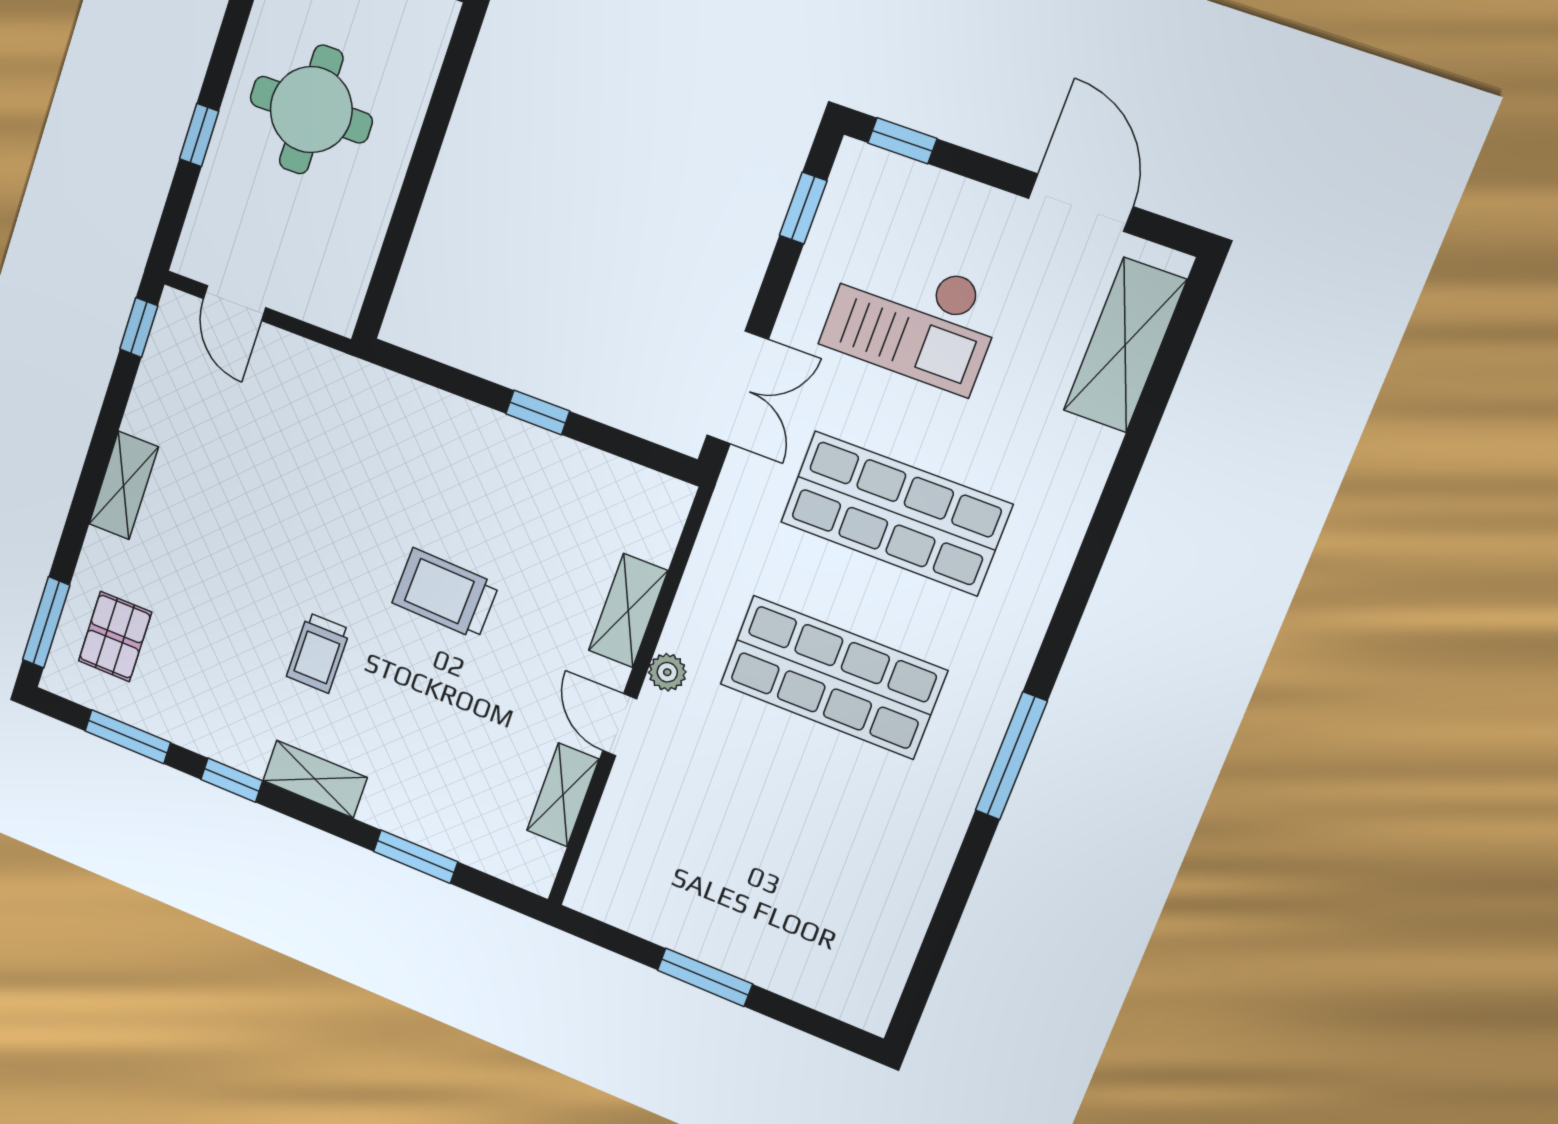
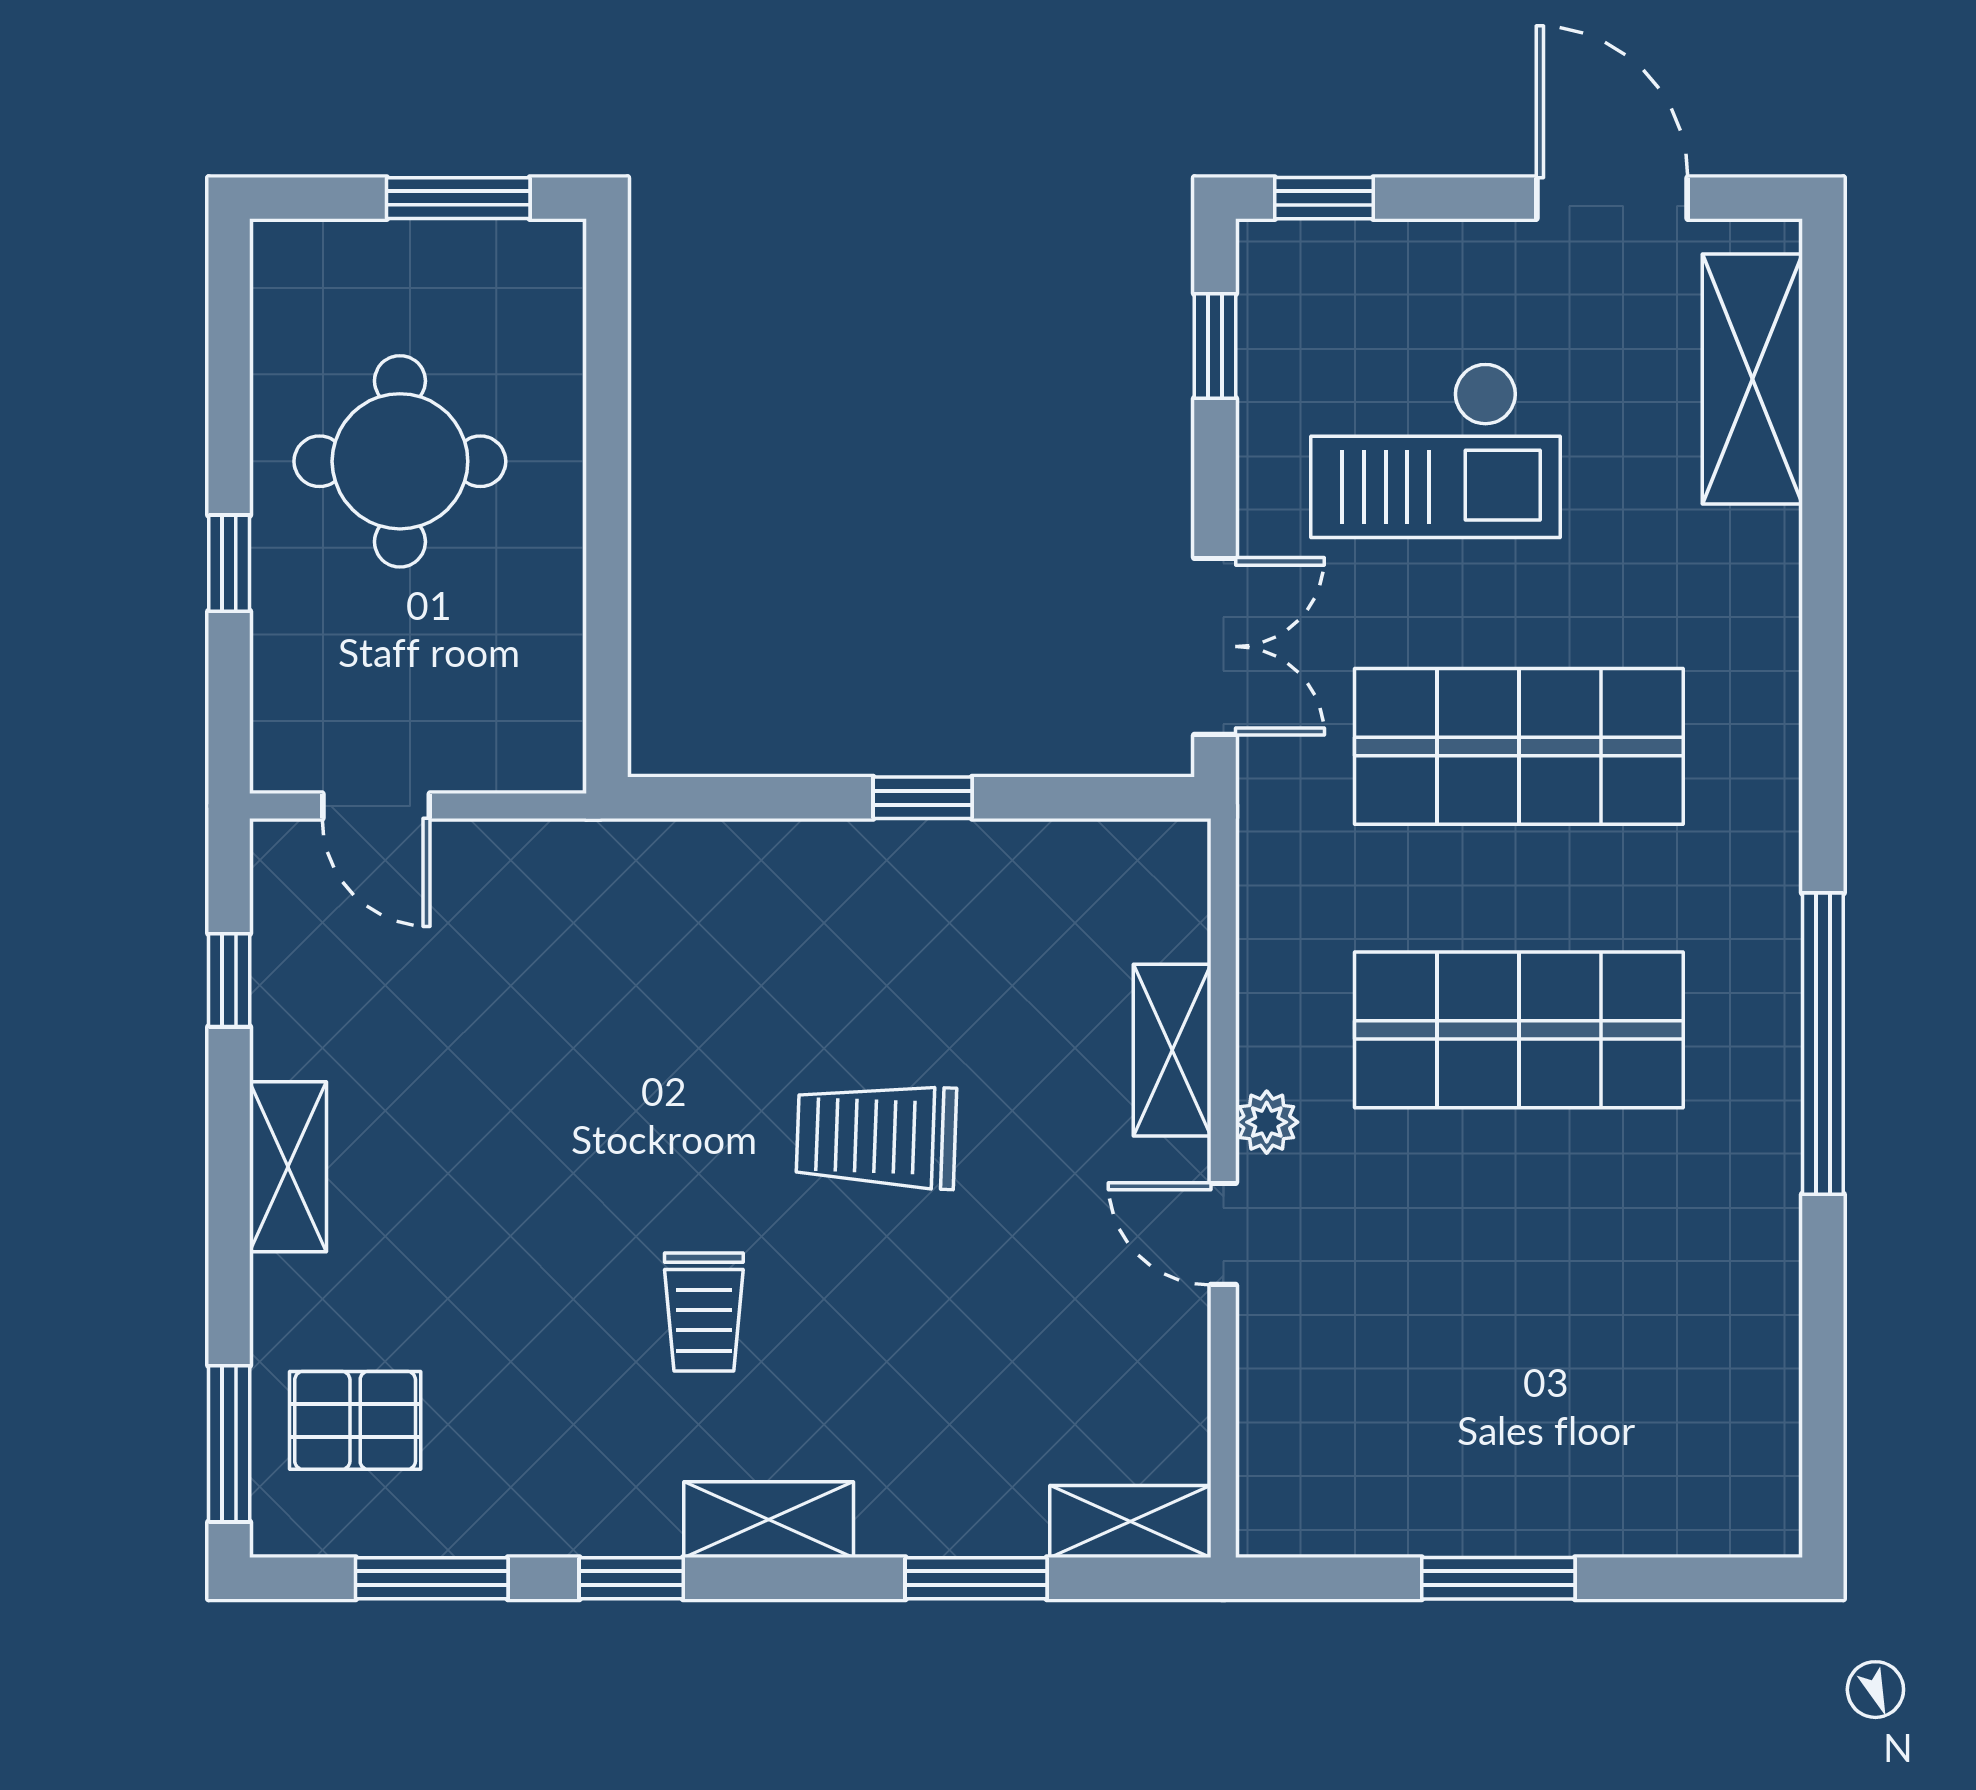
window: (139, 327) -> (229, 980), moved
pallet: (115, 637) -> (355, 1420), turned 90
window: (1011, 756) -> (1823, 1044), width x1.46
shelving: (563, 795) -> (1130, 1522), moved, turned 90

